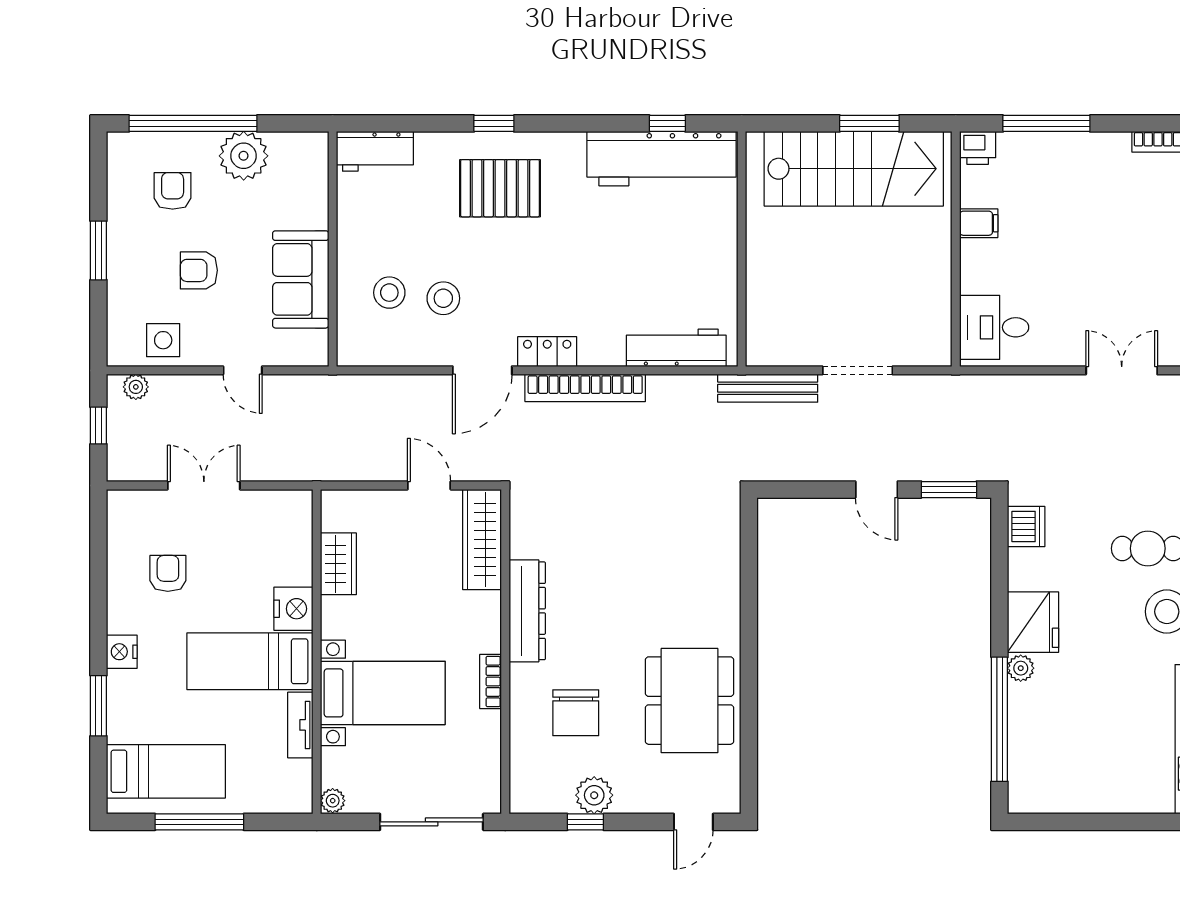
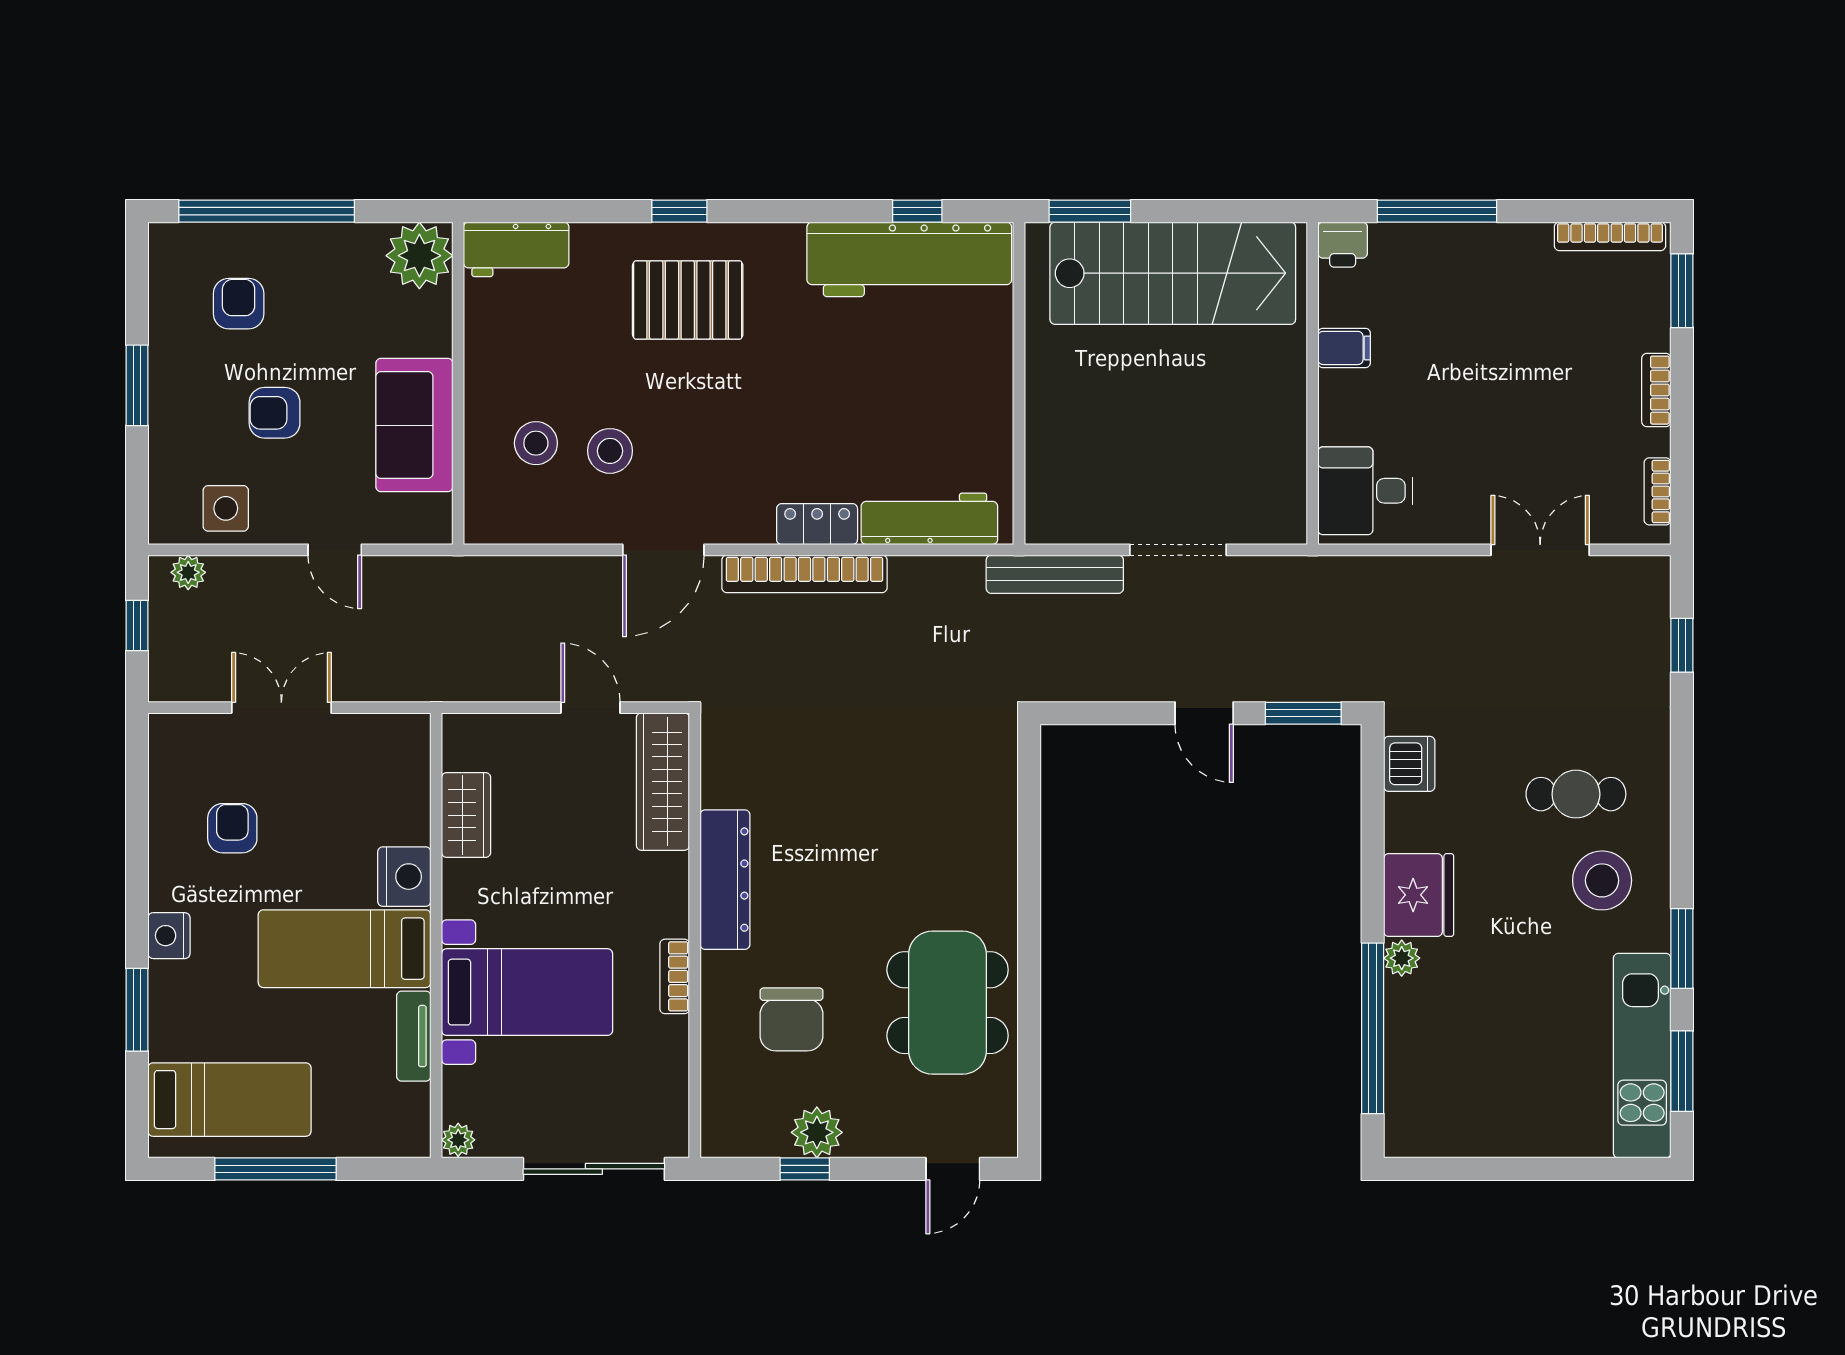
window: (869, 123) -> (1090, 211), moved
plant: (244, 156) -> (419, 256), moved
locker: (547, 352) -> (817, 524), moved

